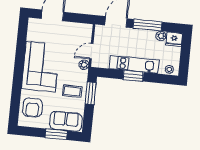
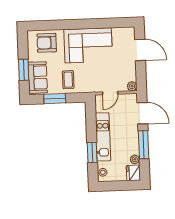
door: (91, 51) -> (110, 93), swing flipped
plant: (84, 65) -> (132, 86), moved
window: (133, 76) -> (92, 153), moved
window: (91, 93) -> (55, 99), moved

